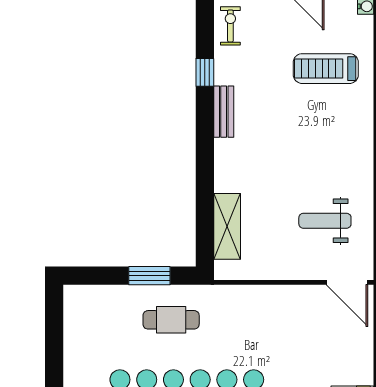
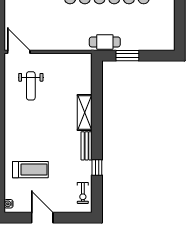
weight bench: (325, 221) -> (31, 86), turned 90
shelving: (227, 226) -> (85, 113), moved
cafe table: (171, 320) -> (105, 42), moved

